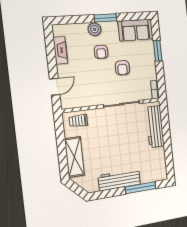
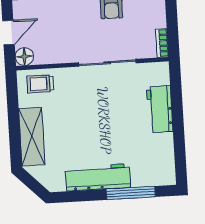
floor lamp: (67, 103) -> (24, 57), added
workbench: (155, 127) -> (160, 109), width x0.73

